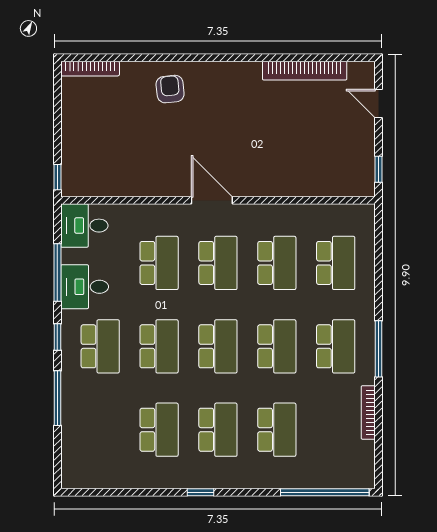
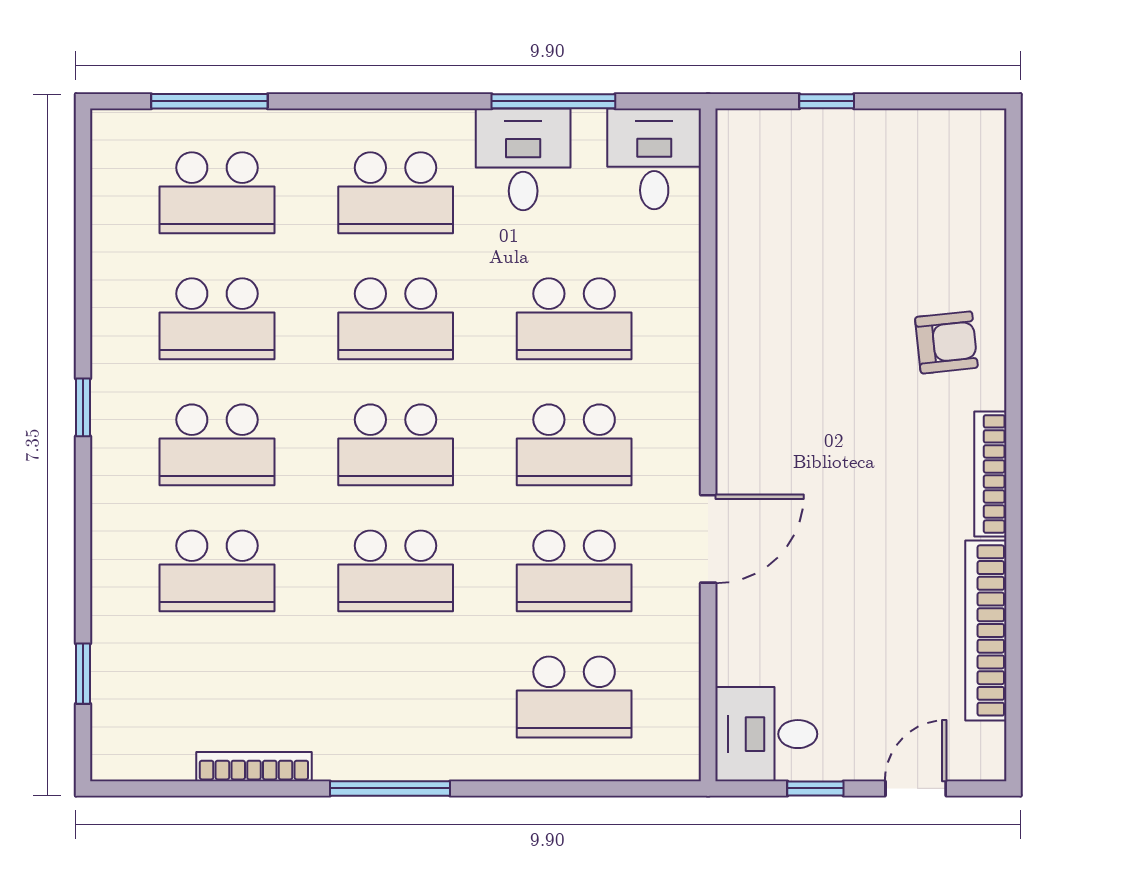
bookcase: (90, 69) -> (990, 474), moved
window: (378, 169) -> (815, 788), moved
desk: (353, 173) -> (766, 734), added
window: (57, 177) -> (827, 101), moved
door: (212, 200) -> (708, 539), moved
window: (57, 337) -> (416, 101), removed
school desk: (336, 346) -> (217, 193), moved
window: (57, 398) -> (209, 101), moved
window: (325, 492) -> (83, 674), width x0.32

